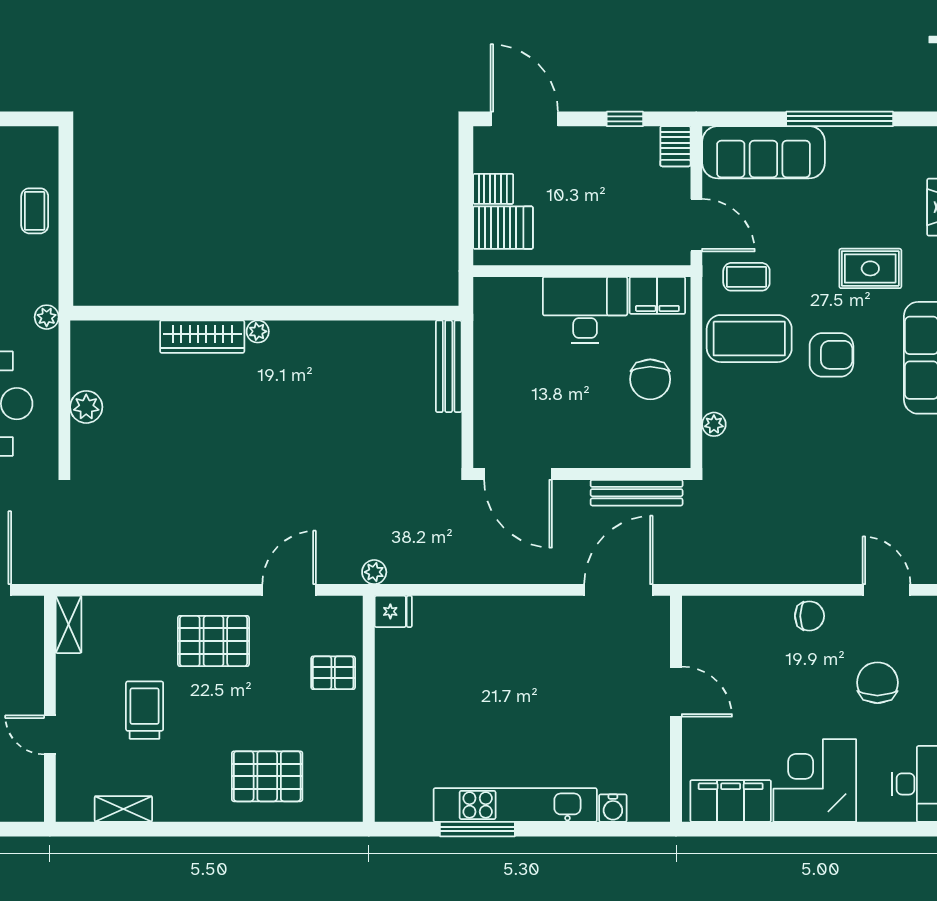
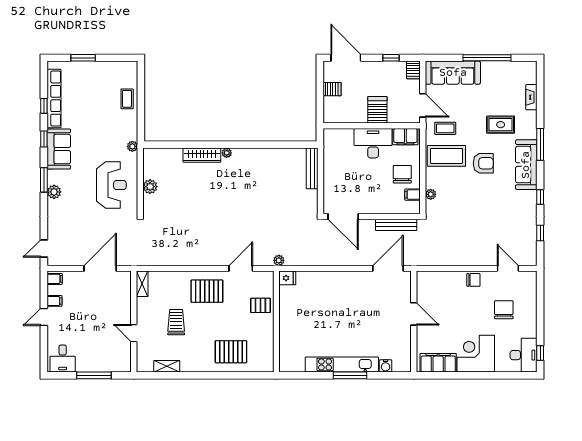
server rack: (503, 228) -> (377, 110), moved, turned -90
chair: (650, 379) -> (402, 174), turned 180
filing cabinet: (673, 425) -> (413, 195), added
window: (477, 829) -> (350, 375), moved

